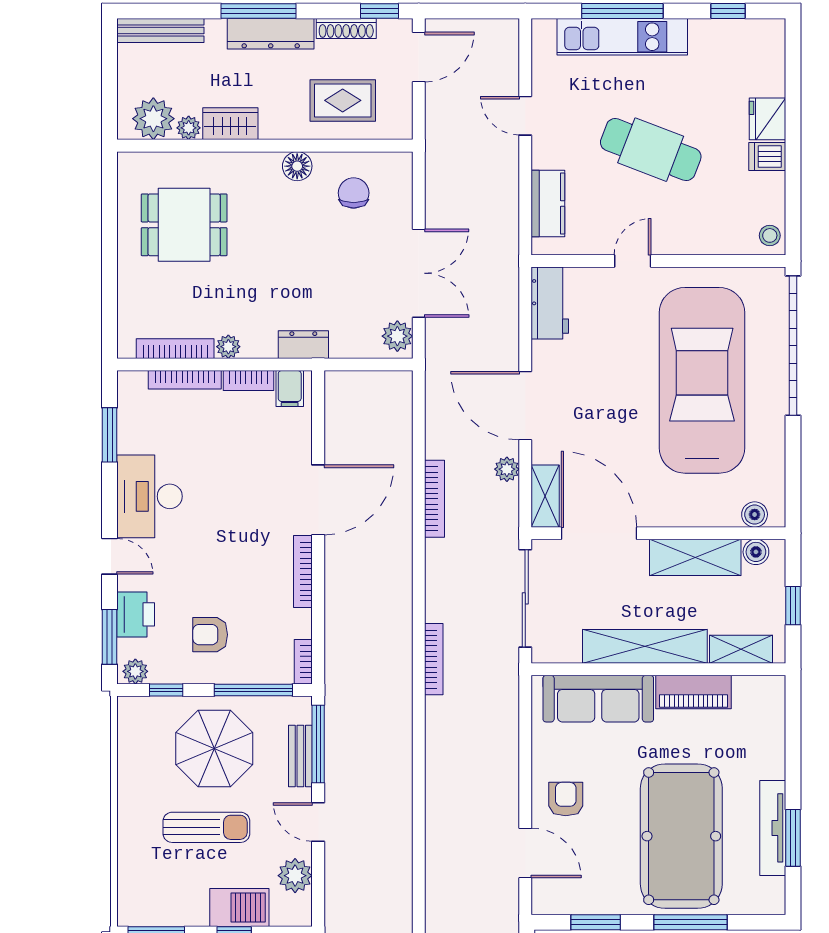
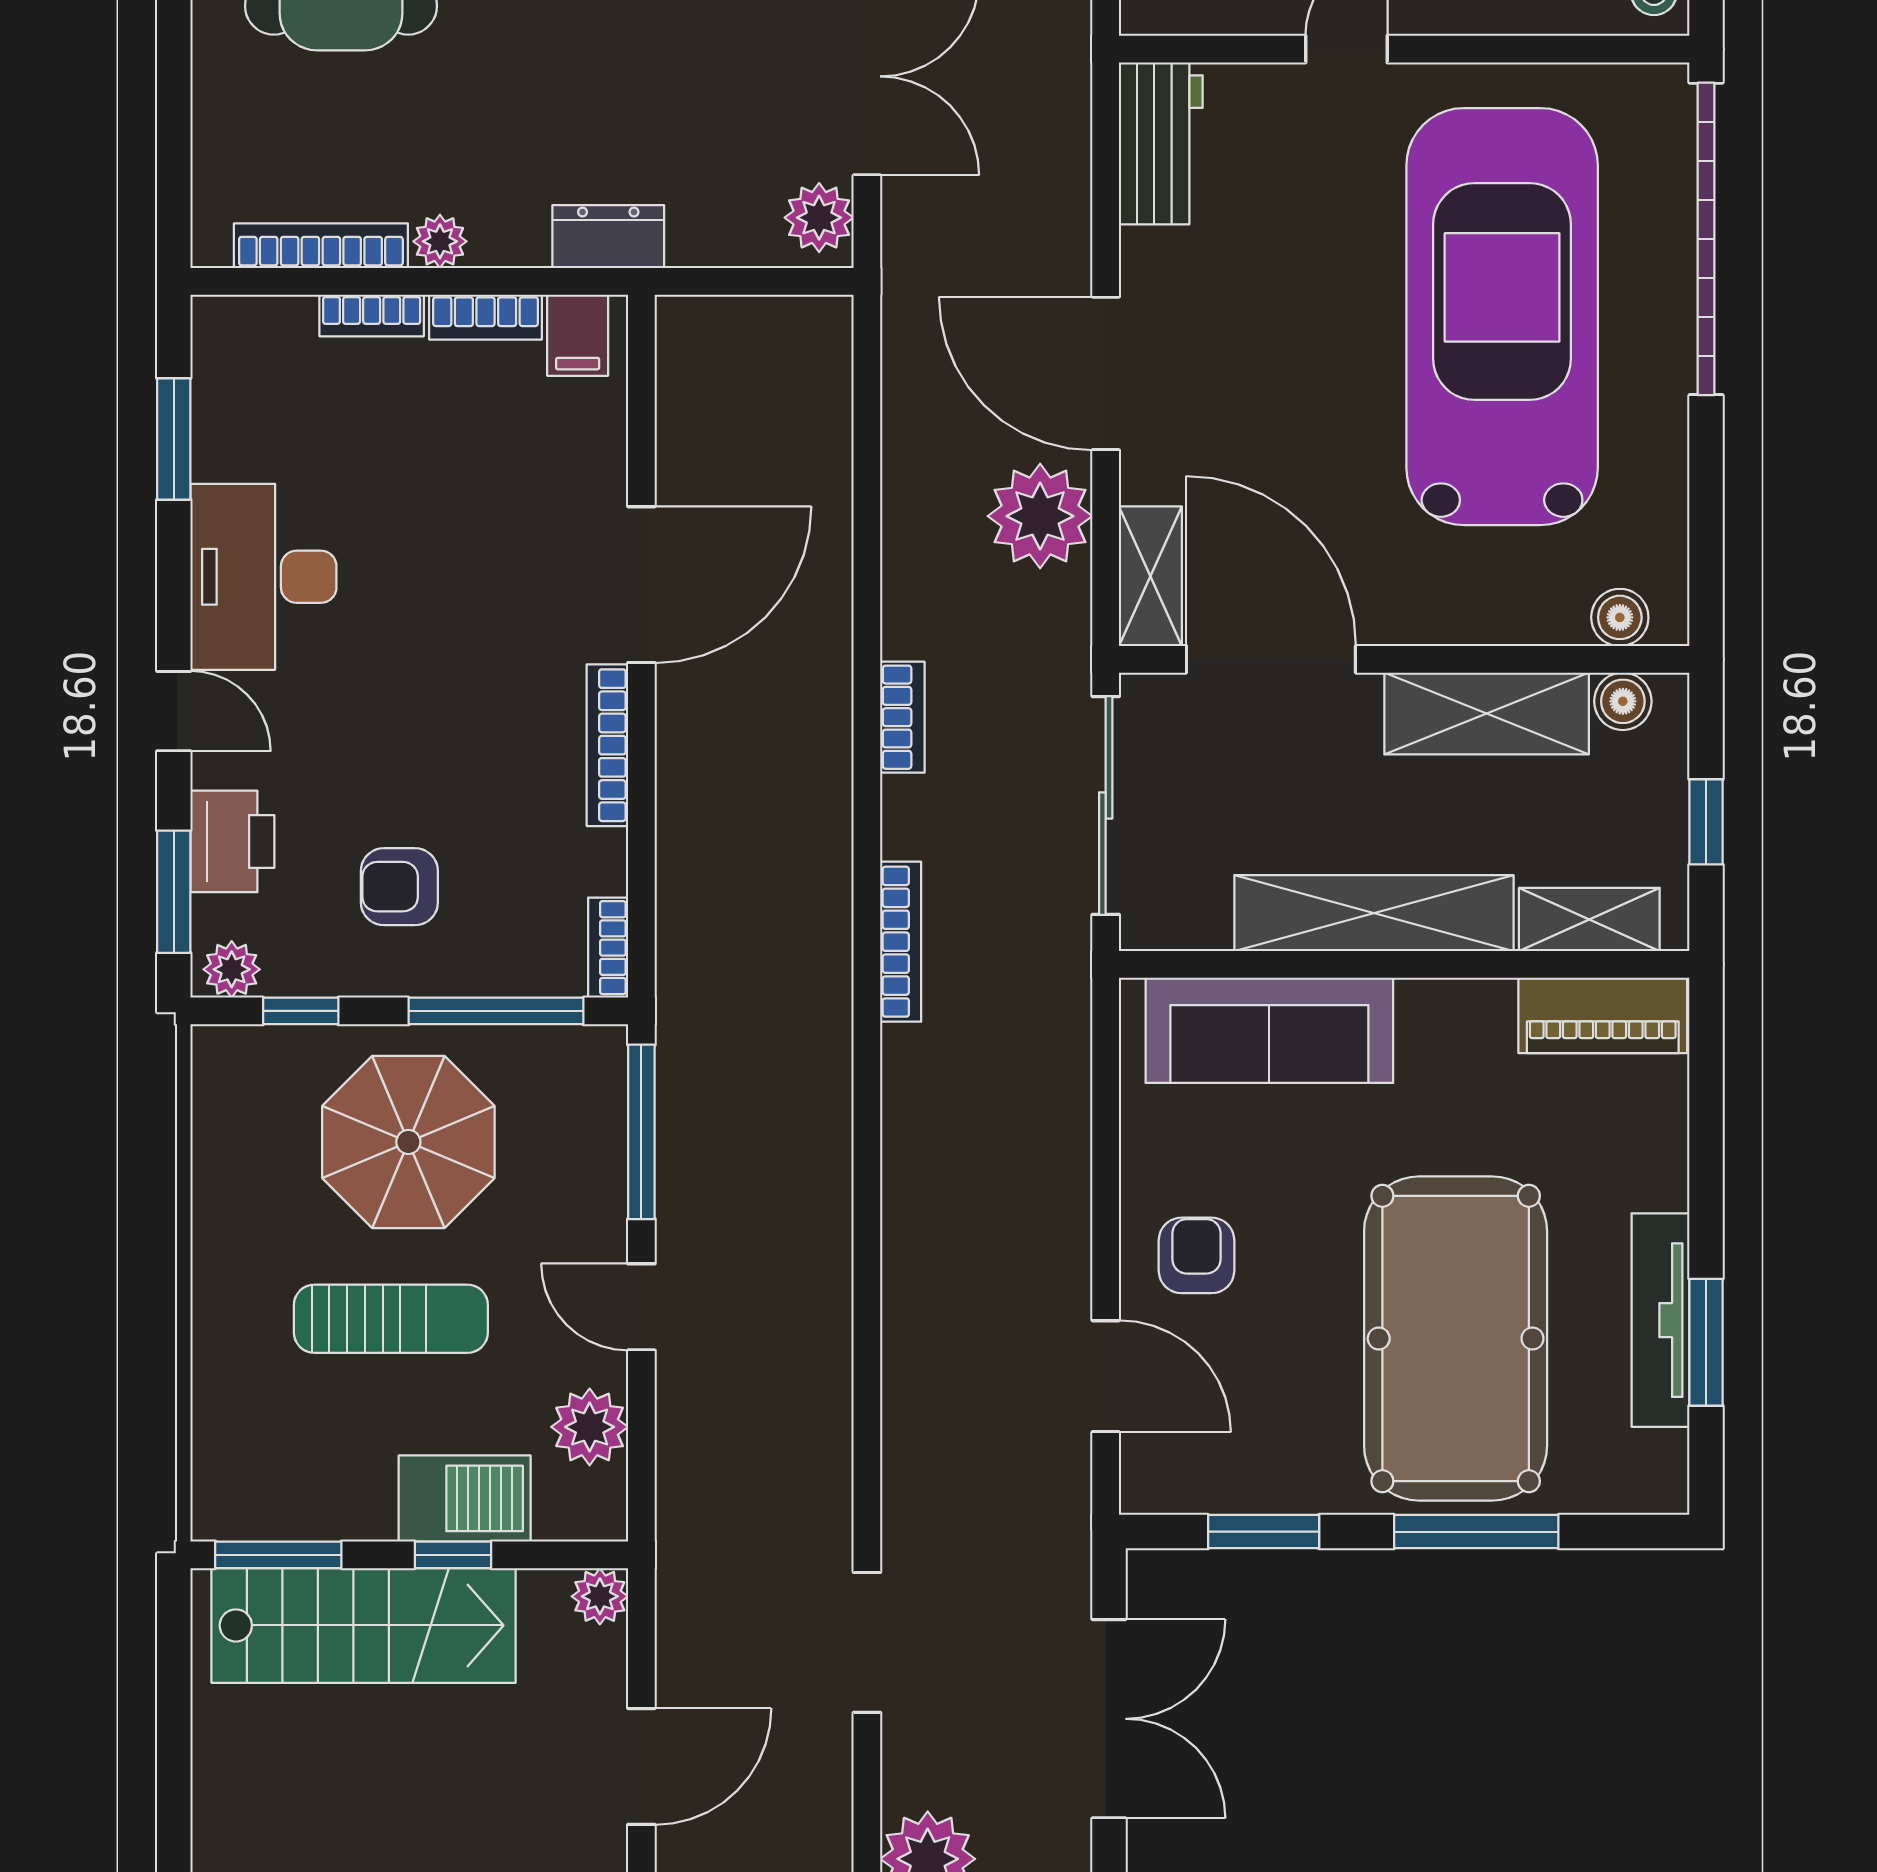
bookcase: (185, 380) -> (372, 315), width x0.64
plant: (507, 469) -> (1040, 516), width x1.87, depth x1.87
bookcase: (435, 499) -> (902, 717), moved, width x0.64
piano: (693, 692) -> (1603, 1015), moved
bench: (300, 756) -> (602, 1159), removed

